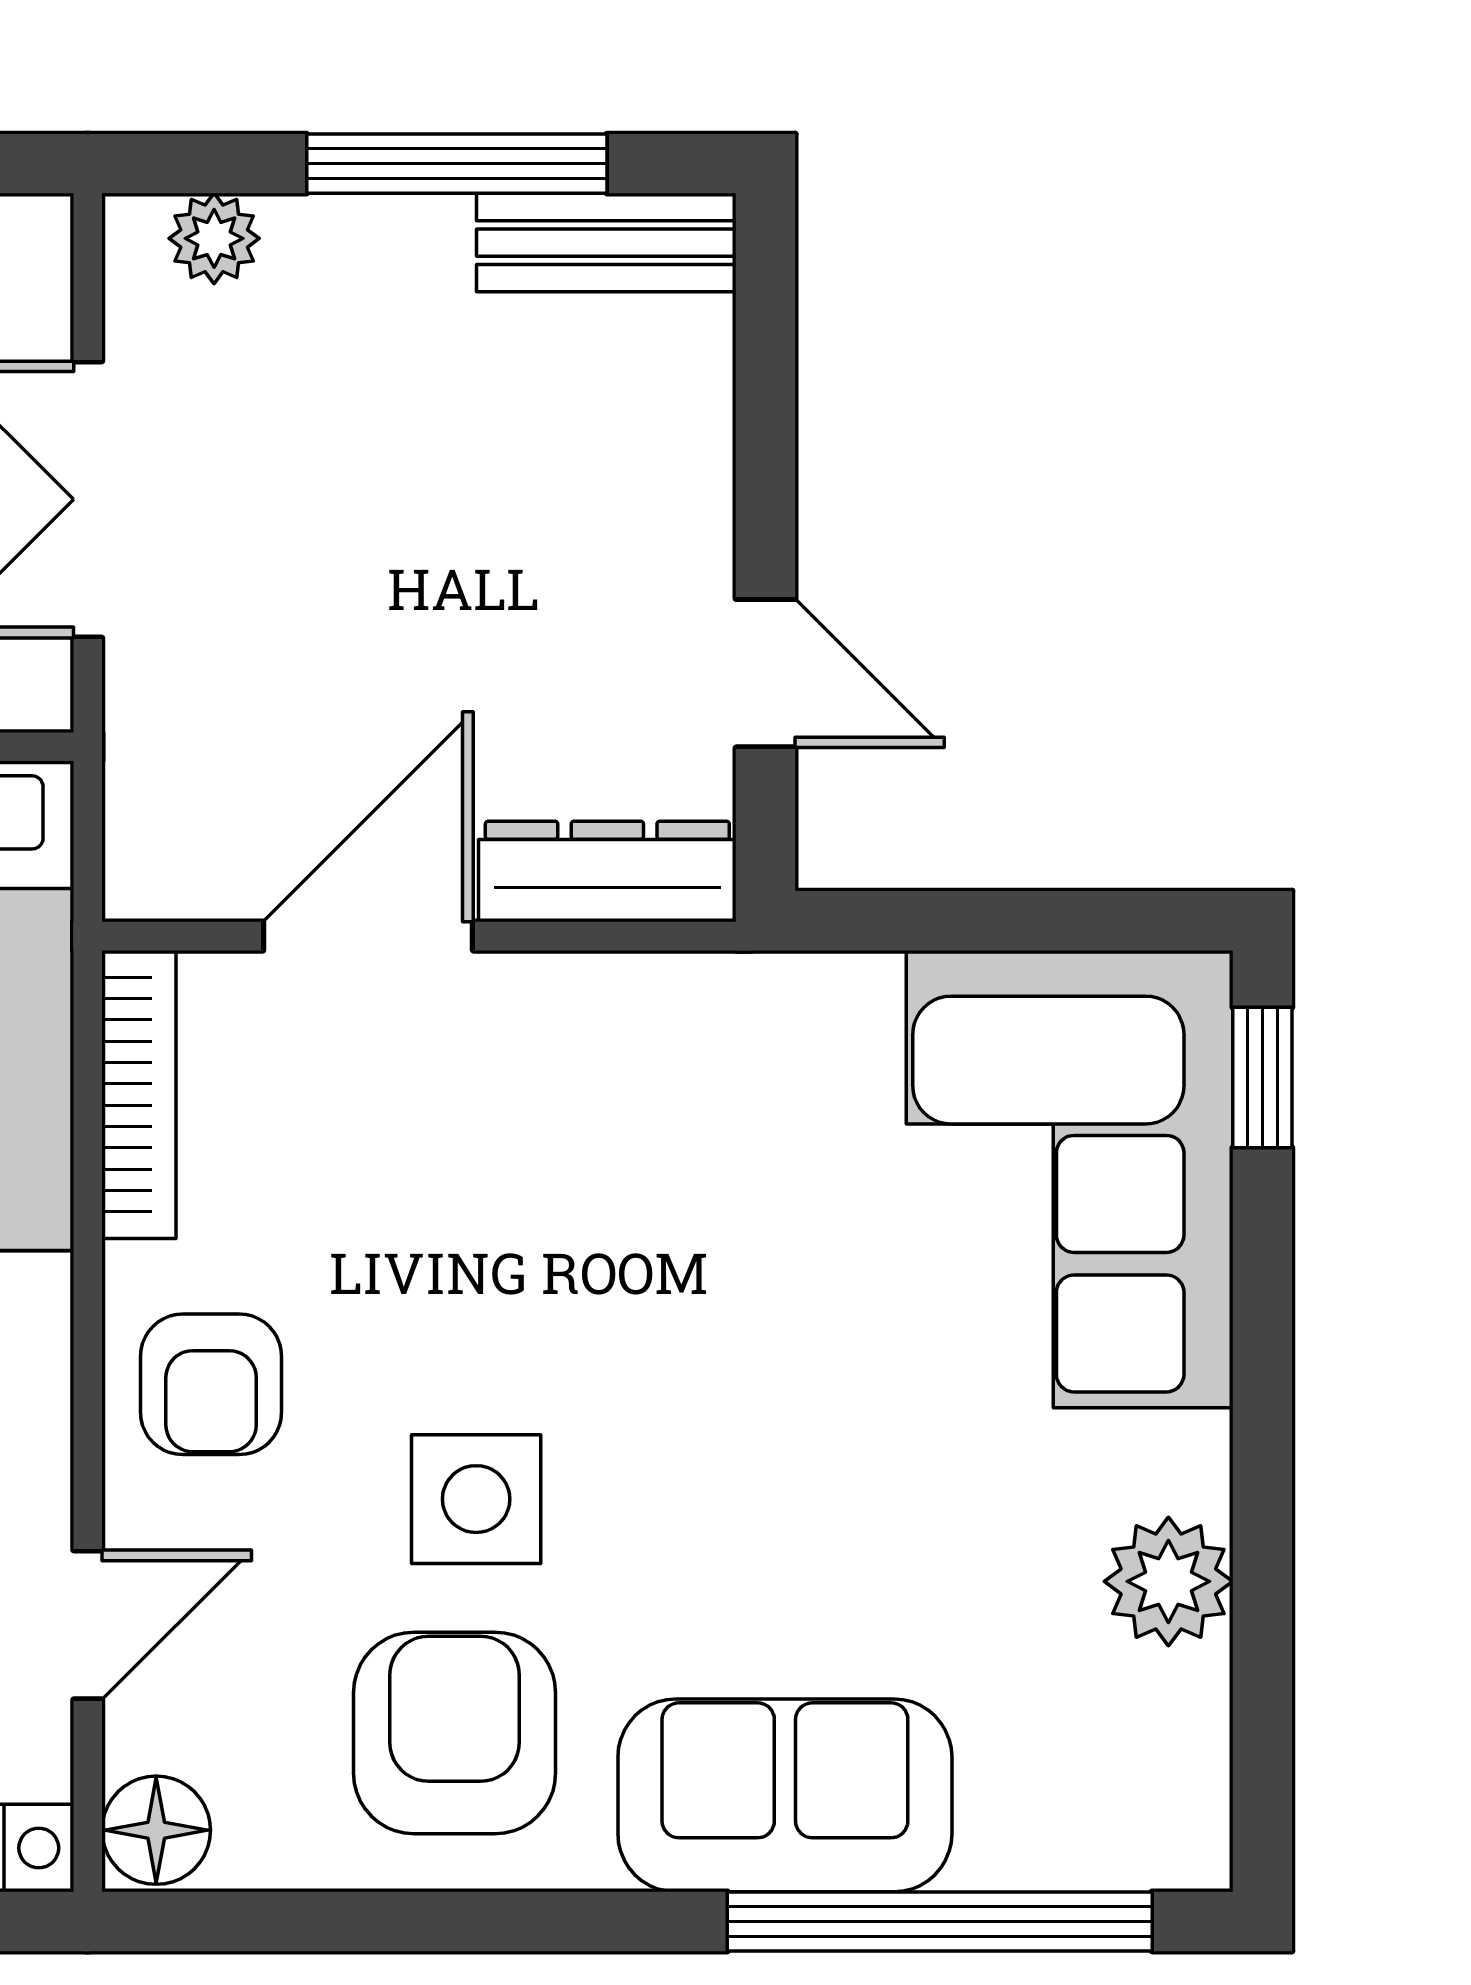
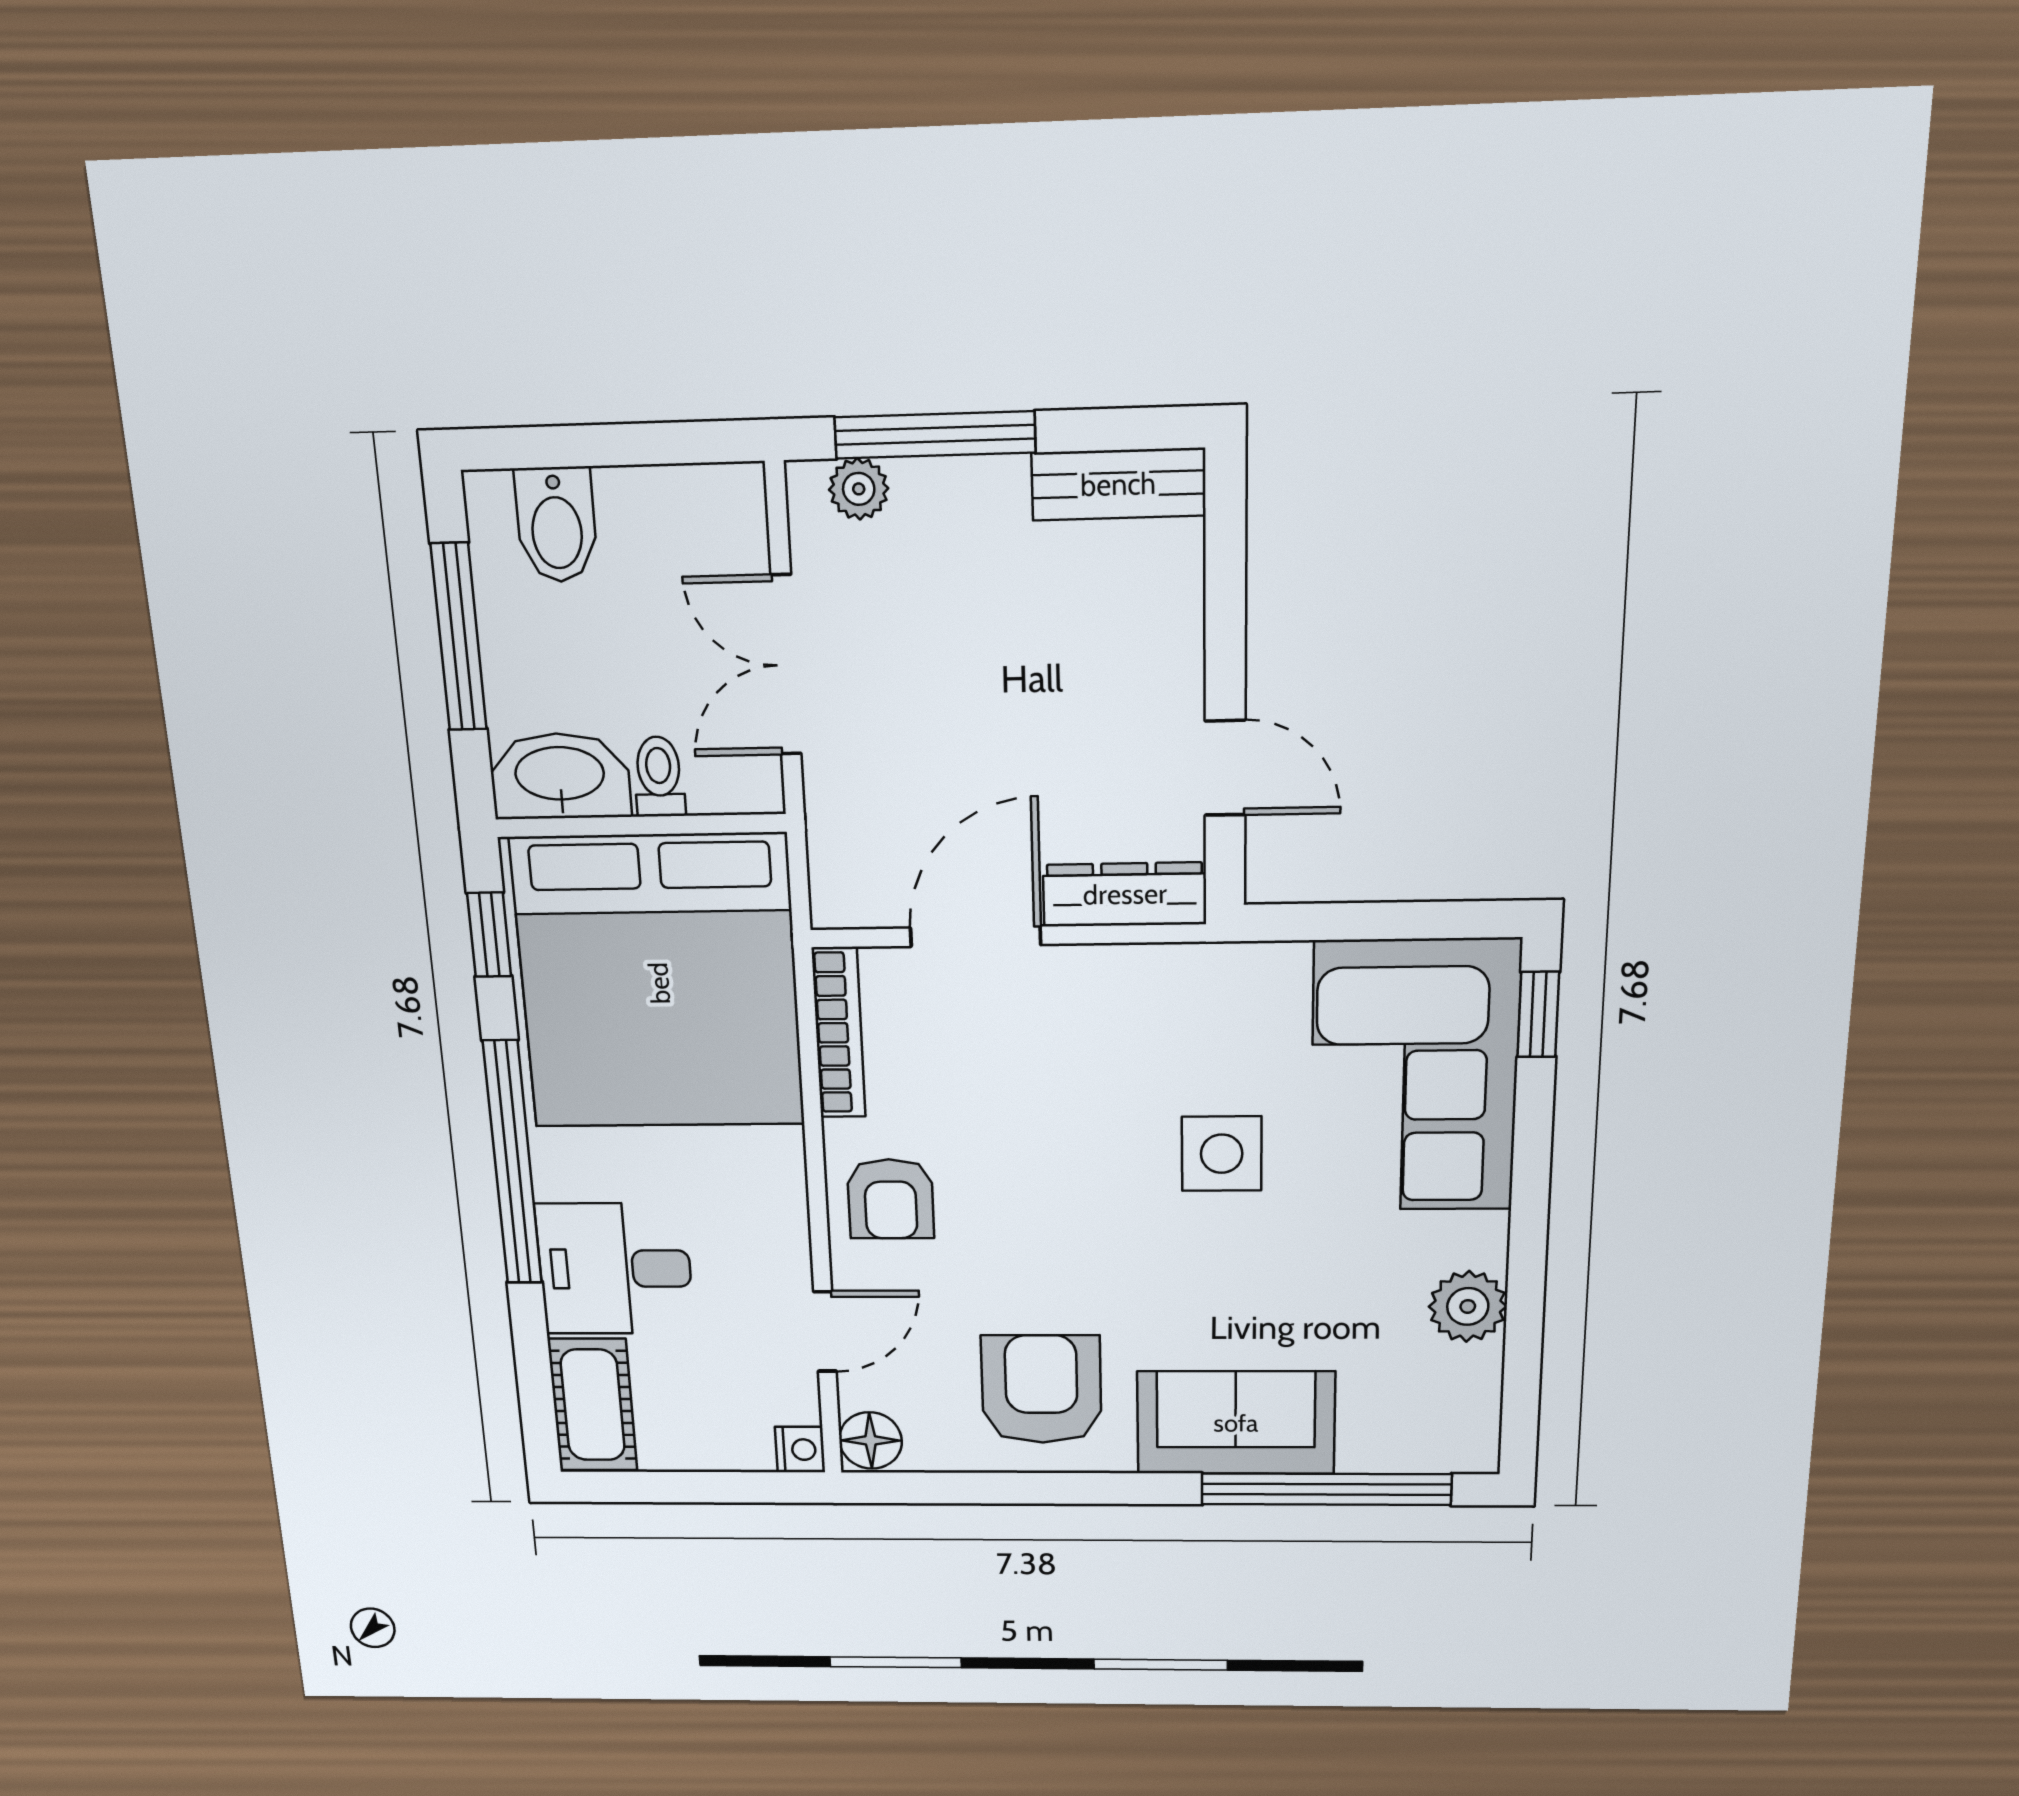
window: (457, 164) -> (935, 435), moved
side table: (476, 1499) -> (1222, 1154), moved

